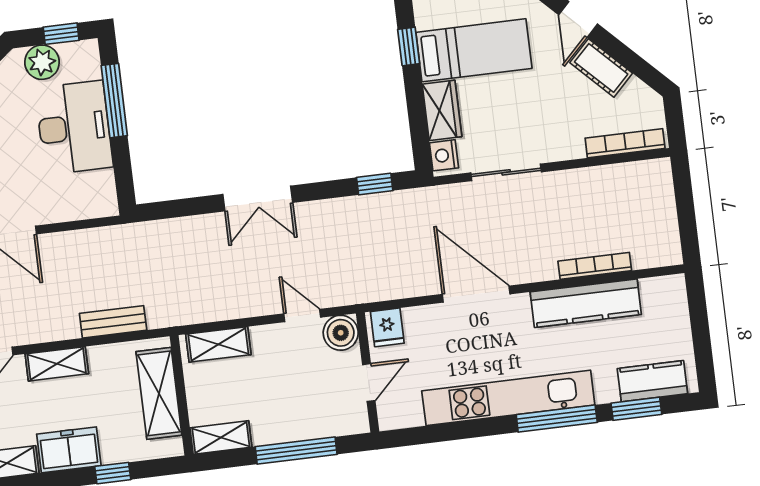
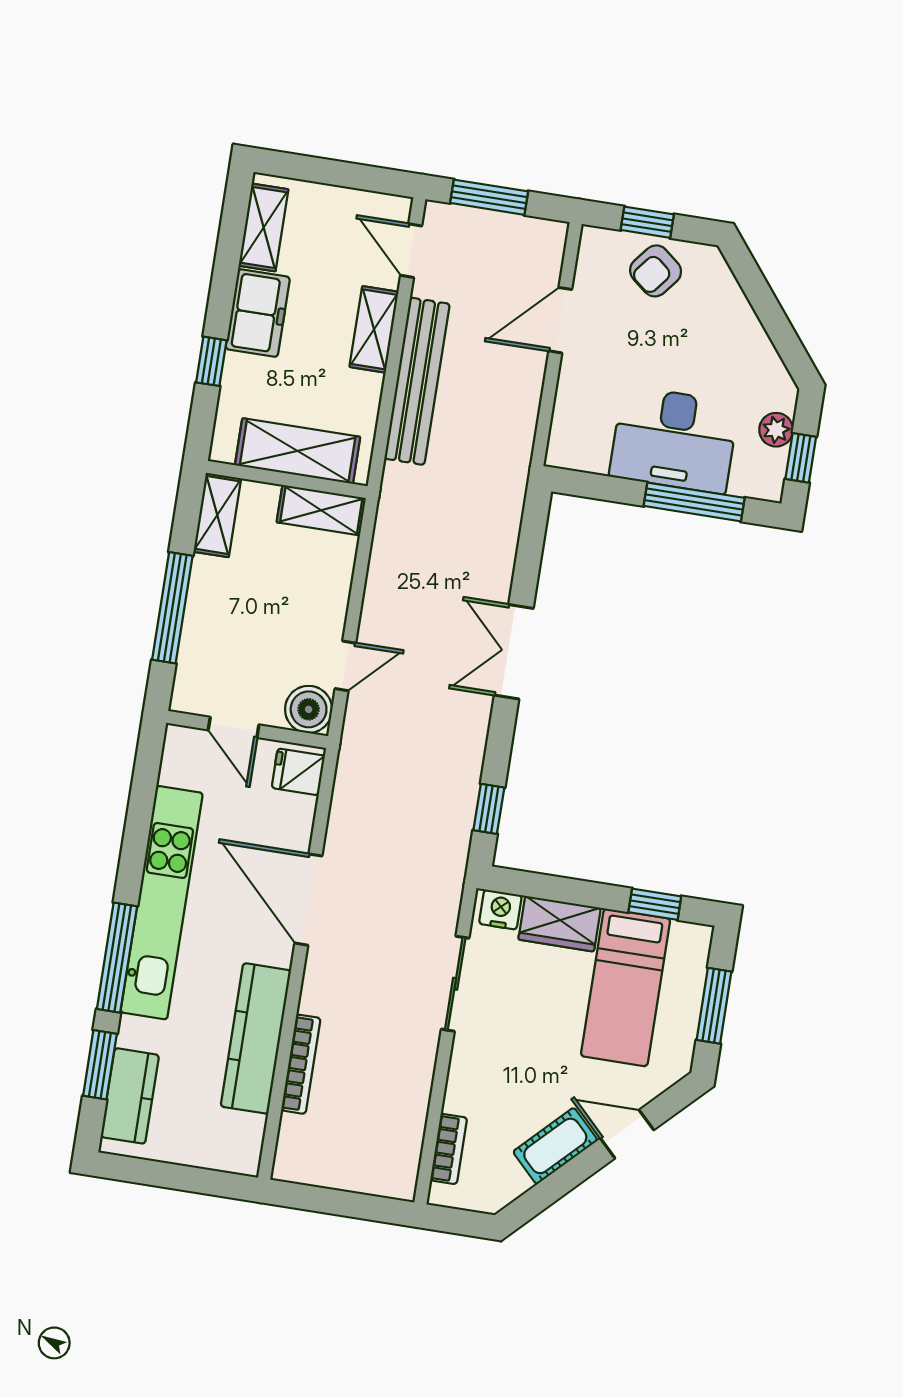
plant: (42, 62) -> (776, 430), width x0.73, depth x0.73
bookcase: (625, 143) -> (449, 1149), width x0.64
door: (476, 294) -> (308, 900), swing flipped
bench: (113, 322) -> (417, 381), width x1.86, depth x1.21
shelving: (218, 344) -> (321, 510), moved, turned 90

